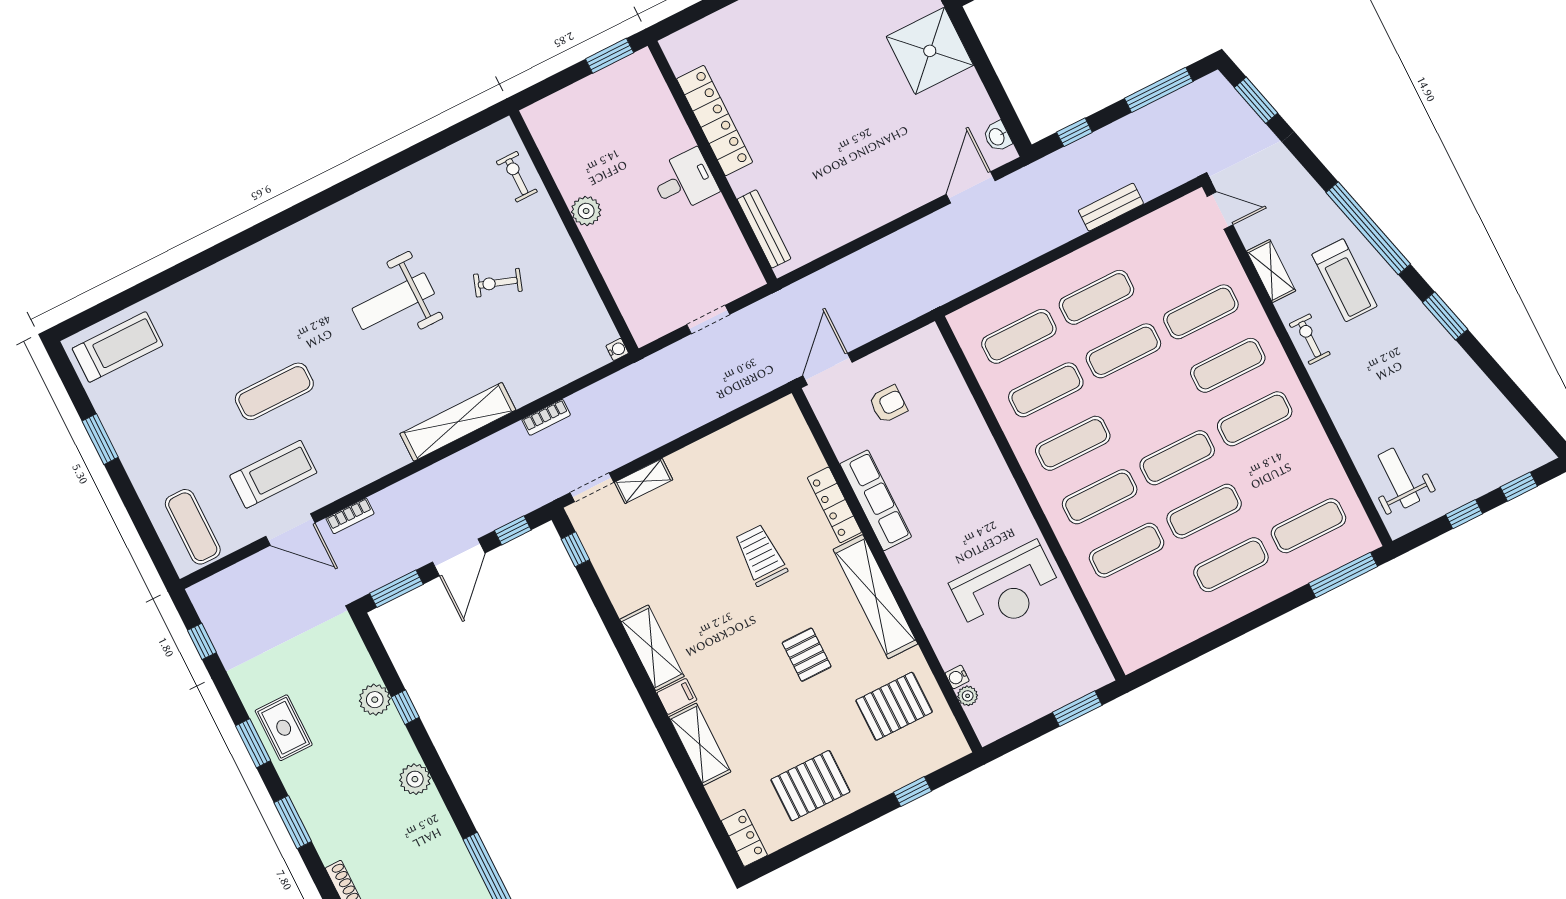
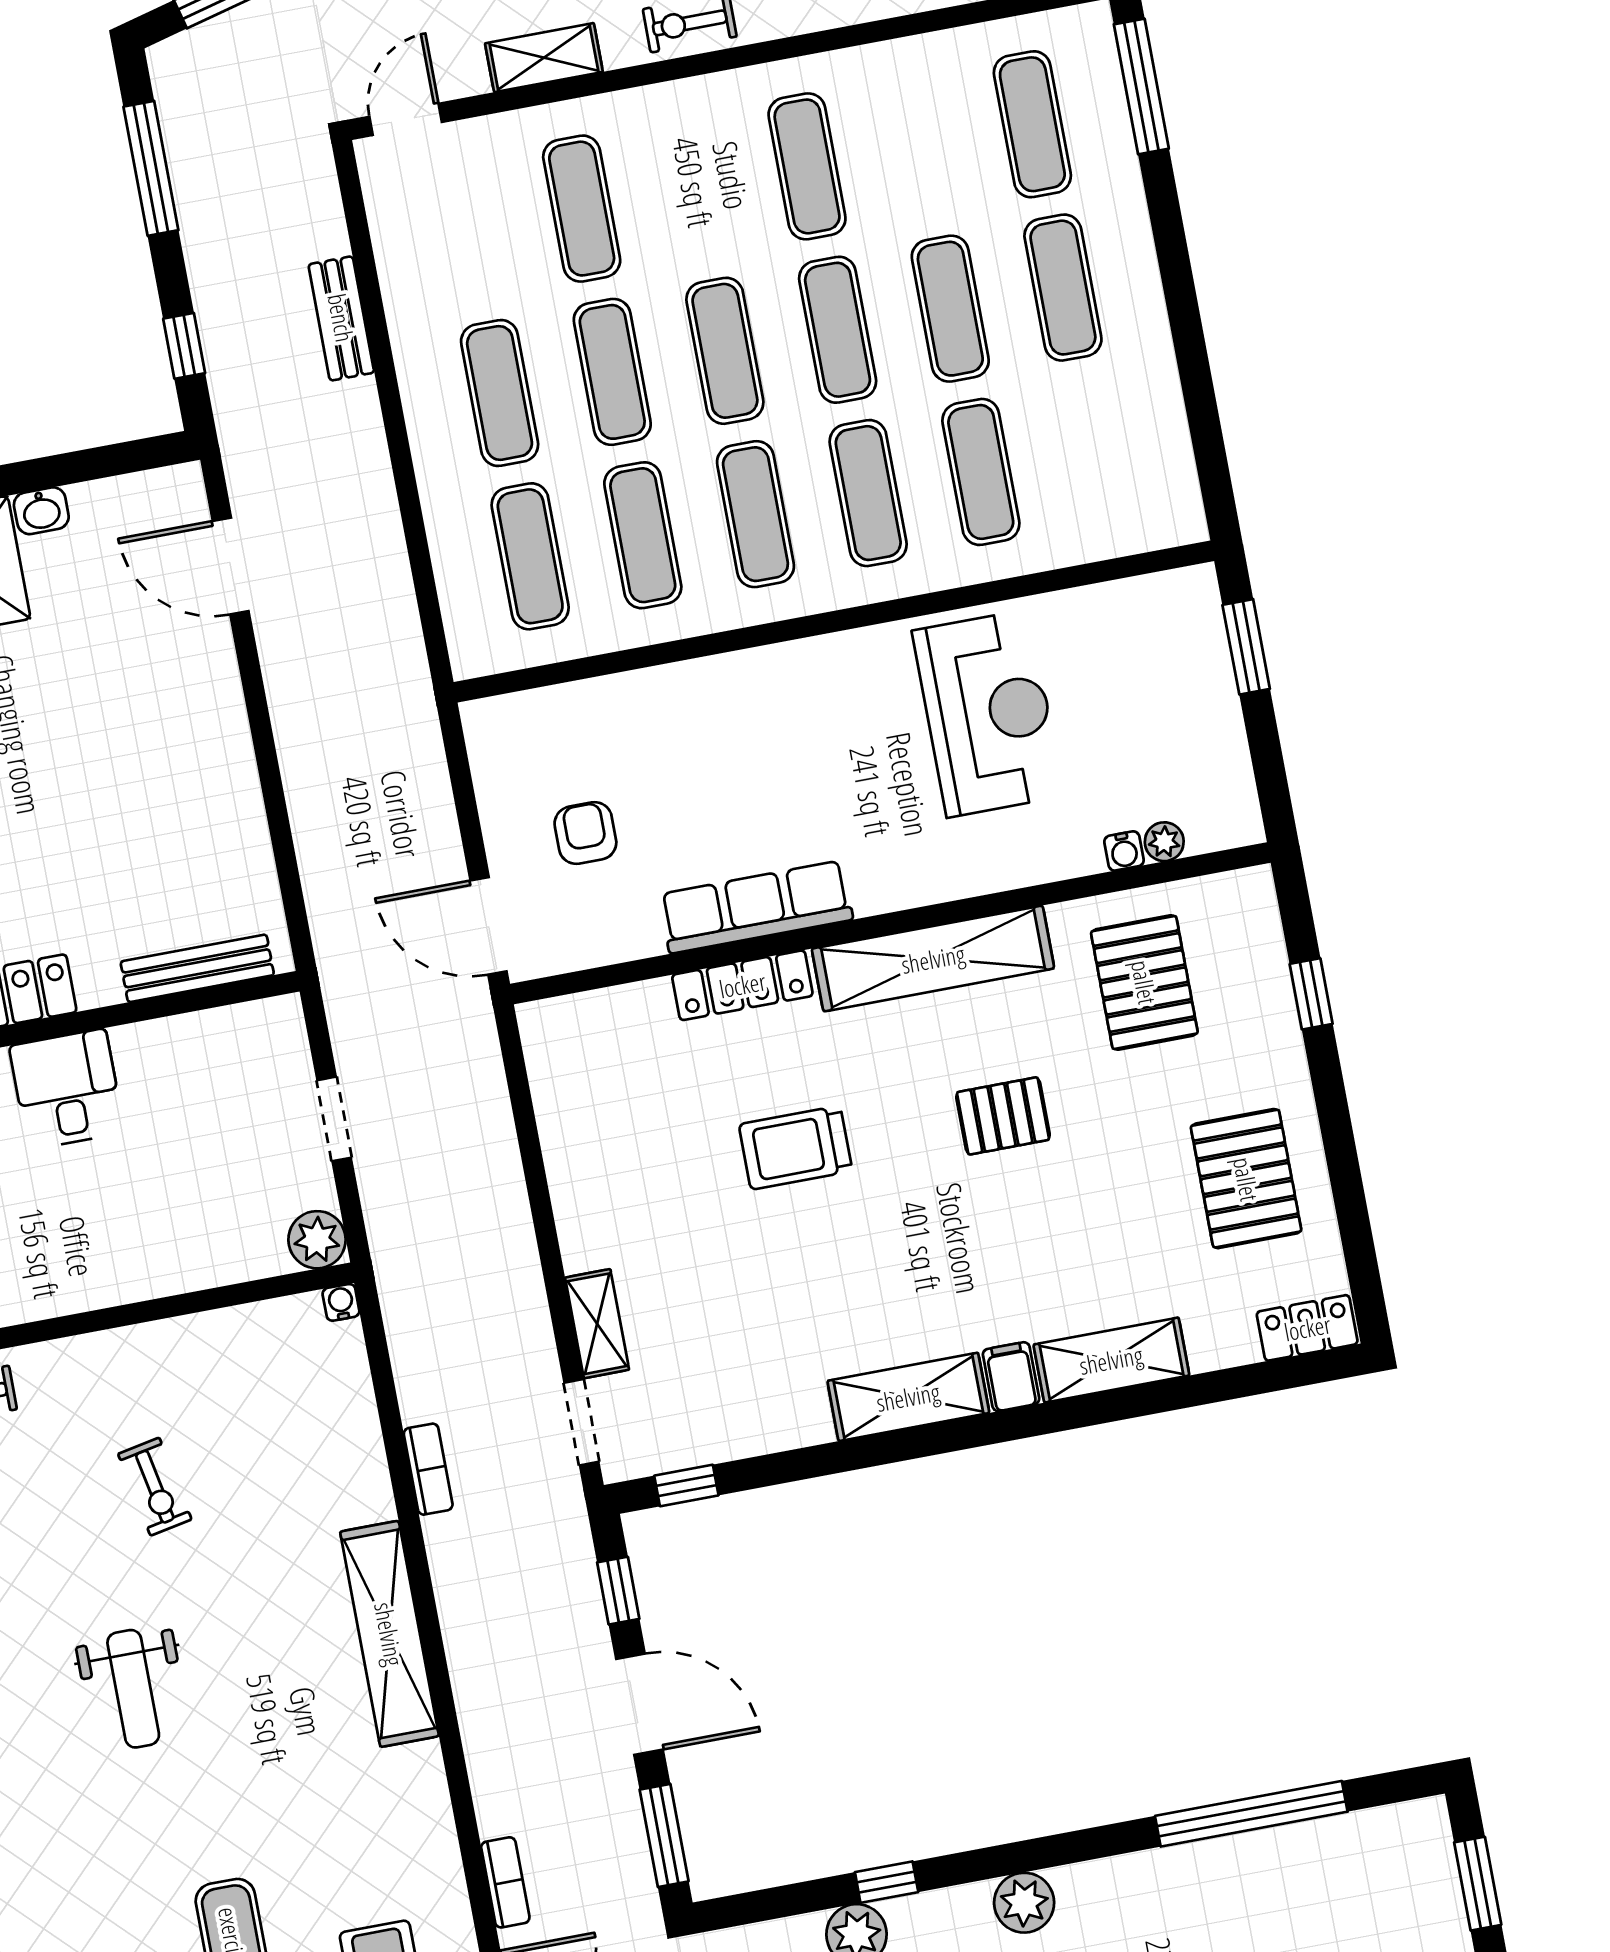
washbasin: (997, 137) -> (41, 511), moved
plant: (586, 211) -> (317, 1240), moved
exercise bike: (498, 283) -> (155, 1487), turned -30
weight bench: (393, 301) -> (133, 1689), width x0.73, depth x0.75
exercise mat: (1228, 365) -> (725, 351), moved

